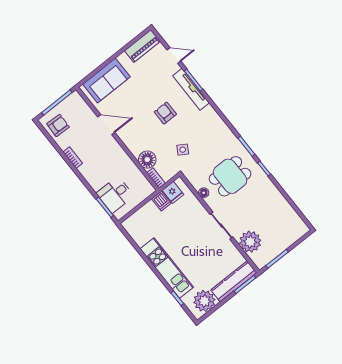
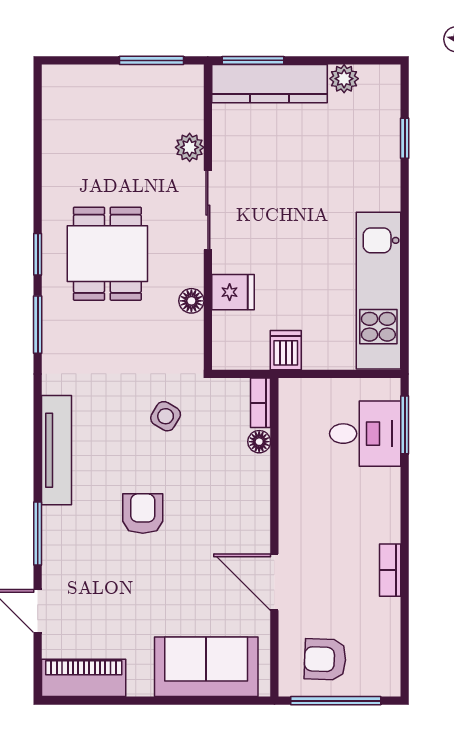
tv unit: (191, 89) -> (57, 450), moved
armchair: (165, 113) -> (143, 513), turned 180
armchair: (58, 125) -> (325, 659), moved
floor lamp: (147, 160) -> (259, 442), width x0.53, depth x0.53
dining table: (230, 176) -> (107, 254), moved, turned 90
fridge: (173, 192) -> (233, 292), moved, turned 90
plant: (250, 242) -> (190, 147), width x0.53, depth x0.53
kitchen unit: (167, 268) -> (378, 291), moved
plant: (204, 301) -> (344, 79), width x0.53, depth x0.53

